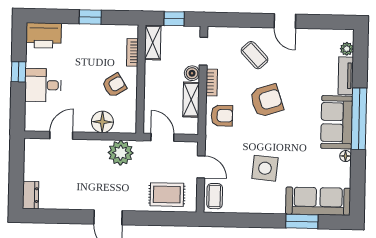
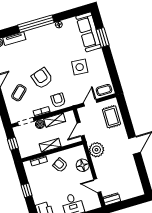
shelving: (153, 43) -> (50, 145), moved
sofa: (337, 122) -> (42, 35), removed
dresser: (31, 195) -> (112, 199), moved

